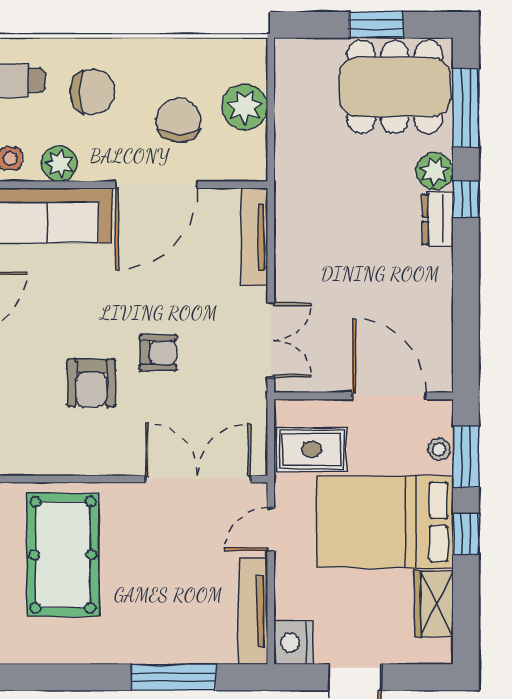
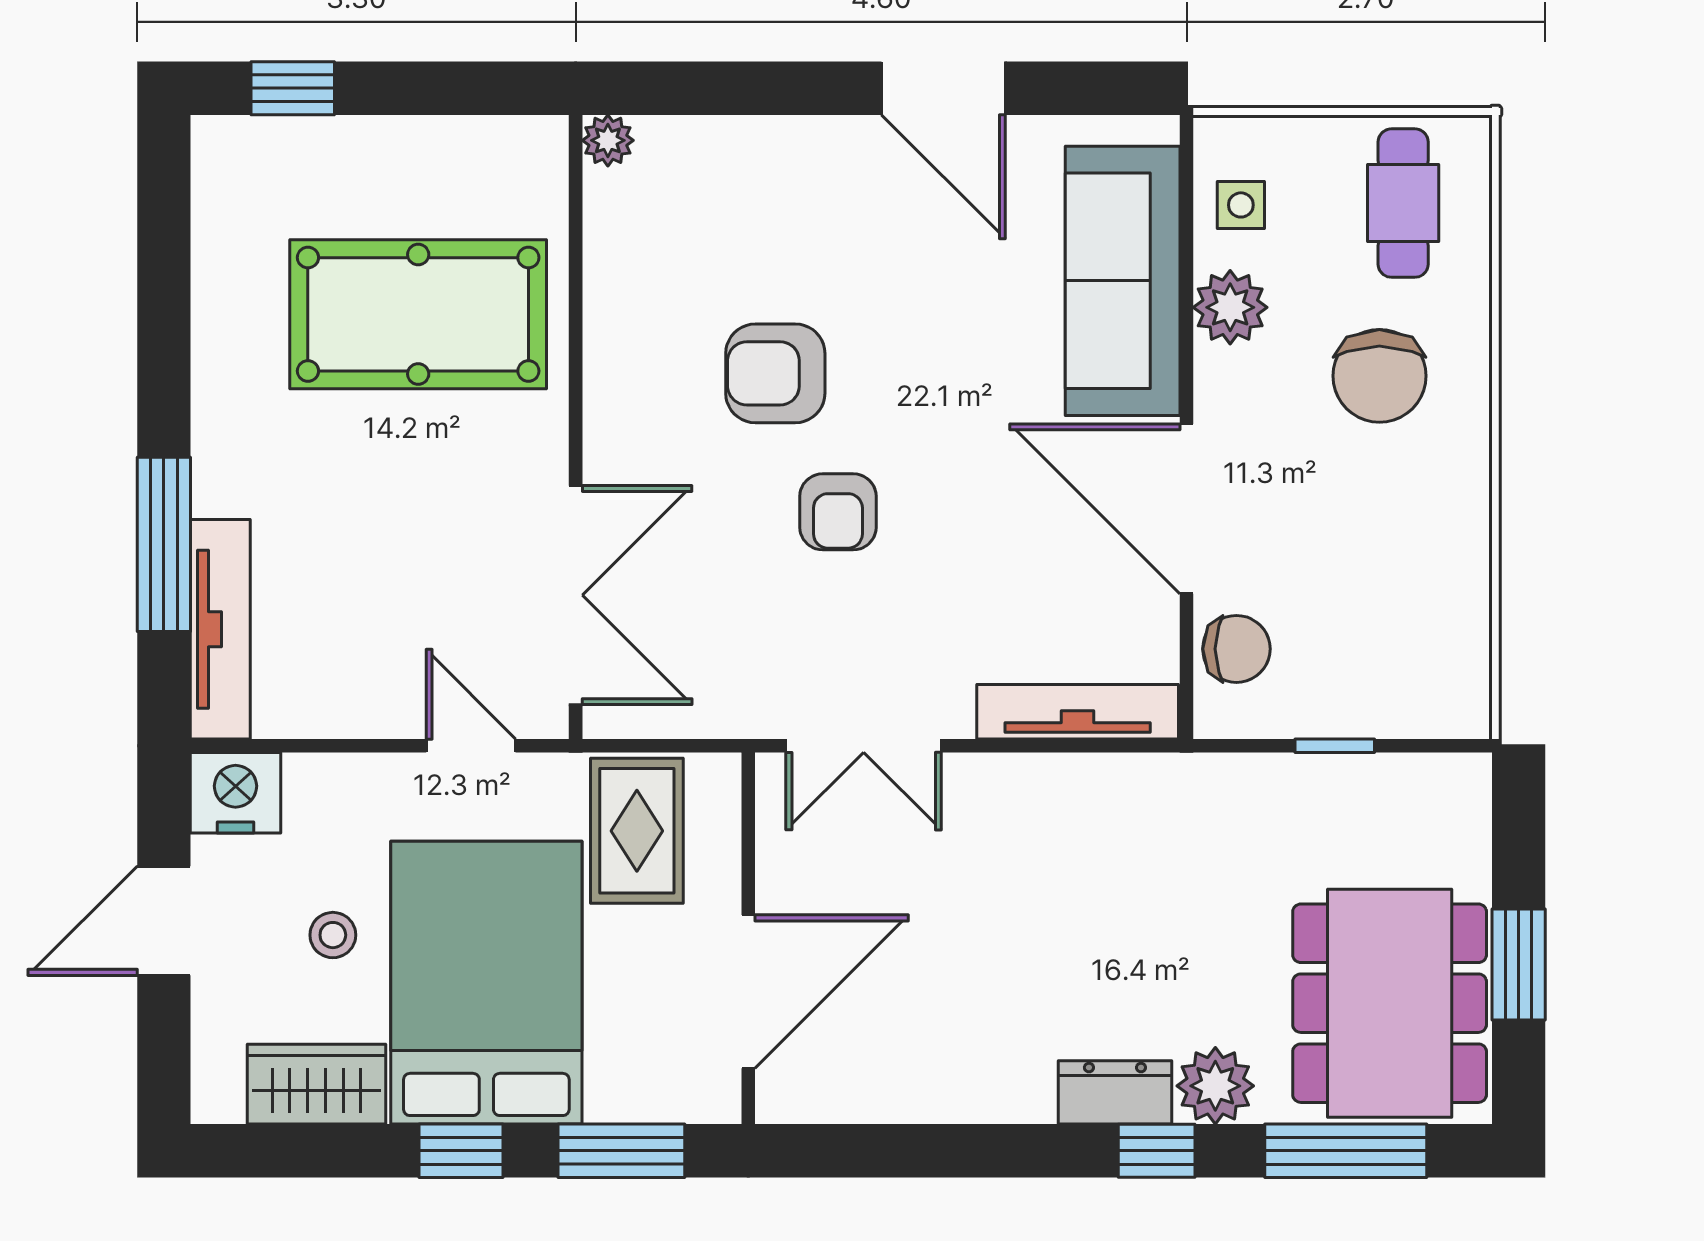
plant: (245, 107) -> (1348, 692), removed
window: (271, 113) -> (1335, 746), added
chair: (178, 120) -> (1236, 649), moved, width x0.73, depth x0.73
stool: (439, 449) -> (333, 935), moved
tv unit: (253, 611) -> (220, 629), moved, turned 90

